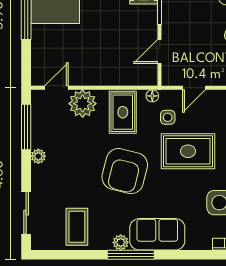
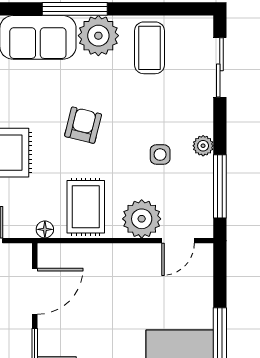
door: (160, 51) -> (35, 291), width x1.38
side table: (168, 117) -> (160, 155), moved
armchair: (125, 171) -> (83, 125), width x0.53, depth x0.53
plant: (121, 242) -> (98, 36), width x1.88, depth x1.88

